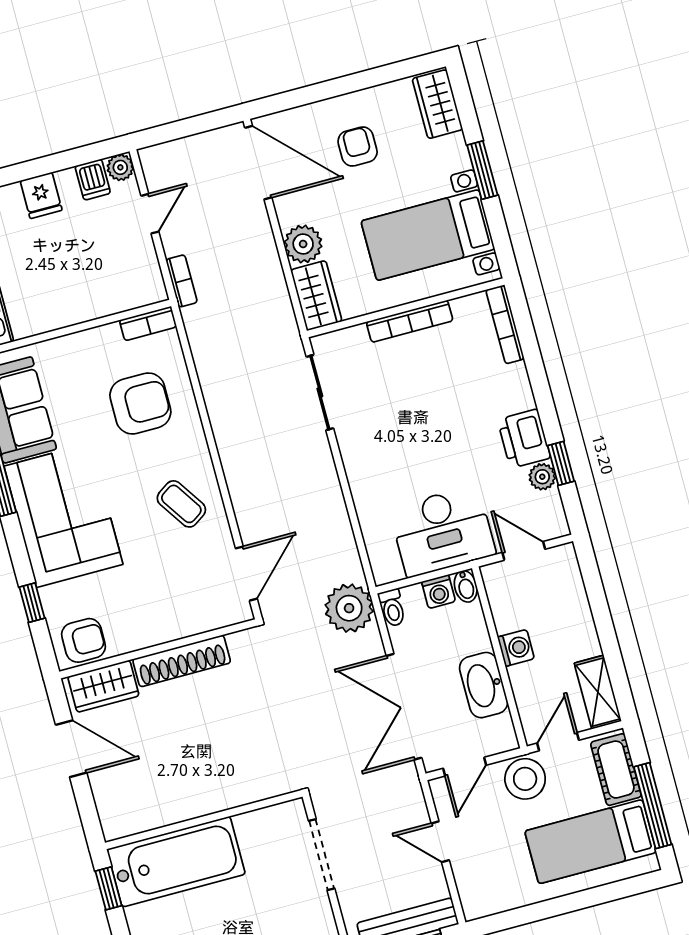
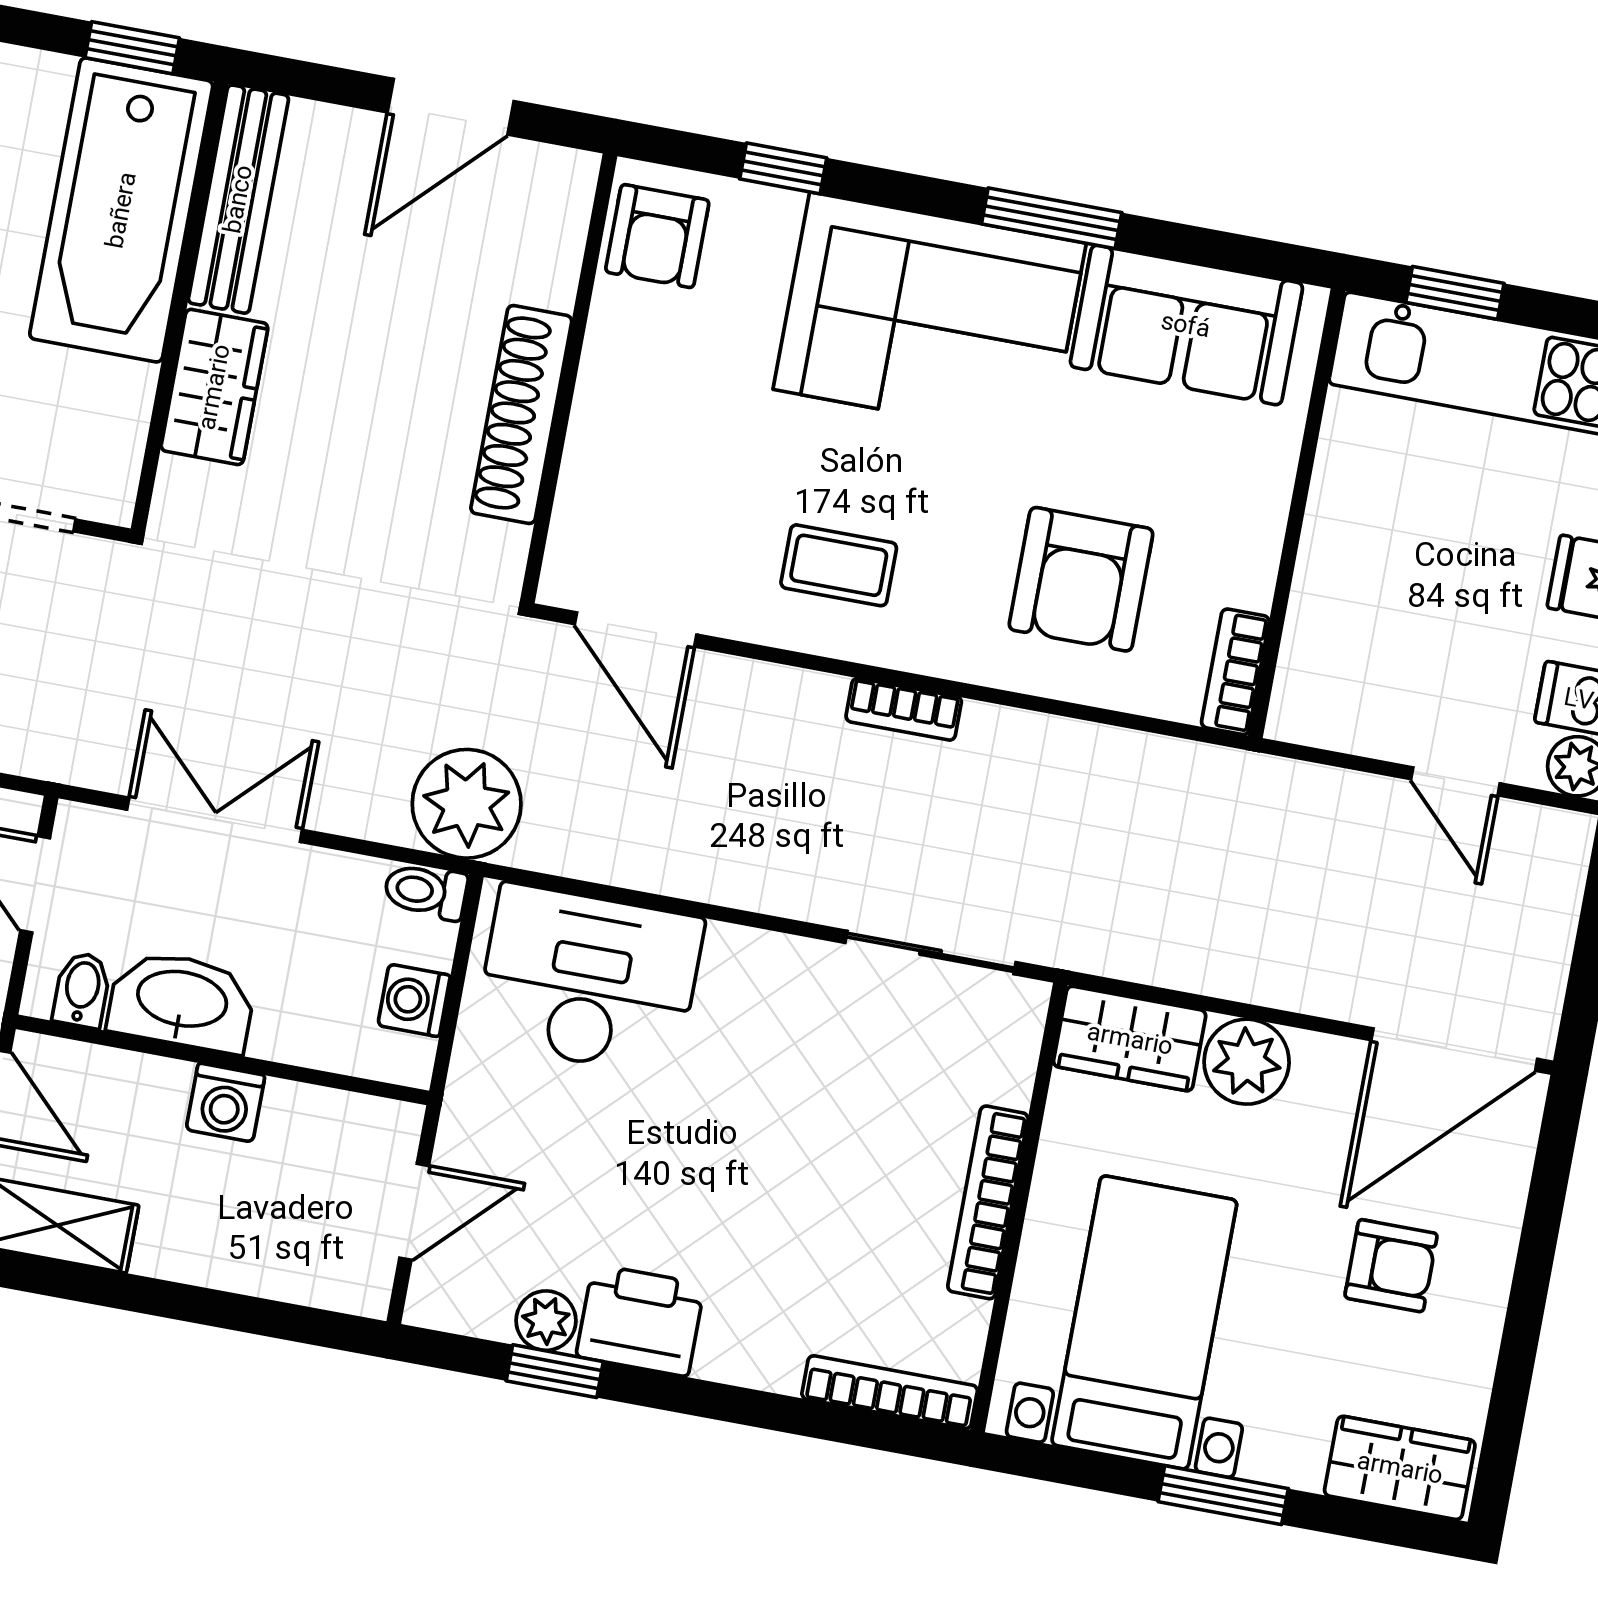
bookcase: (182, 281) -> (904, 709), moved
coffee table: (181, 504) -> (839, 565), turned 34
desk: (442, 531) -> (589, 980), moved, turned 90
bidet: (466, 586) -> (82, 990), moved, turned 90
wardrobe: (103, 686) -> (214, 387), moved, turned 180
double door: (404, 707) -> (215, 820), width x0.73
bench: (149, 816) -> (238, 199), added

